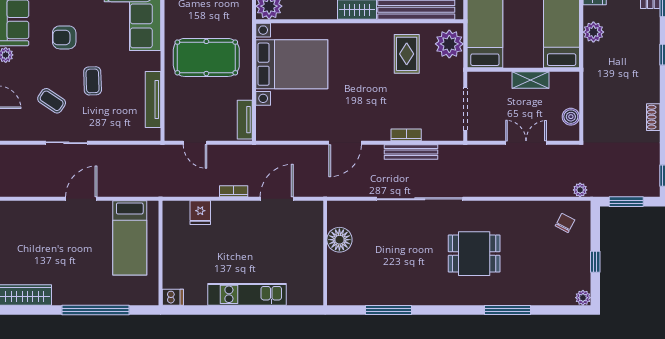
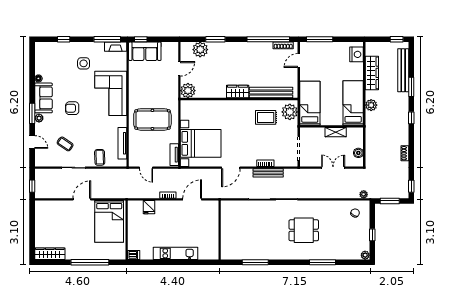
rug: (407, 54) -> (266, 117), turned 90
bed with nightstands: (292, 64) -> (201, 143), moved
coffee table: (93, 81) -> (100, 157), moved
bed: (130, 238) -> (109, 221), width x1.50
floor lamp: (339, 240) -> (228, 222), removed

